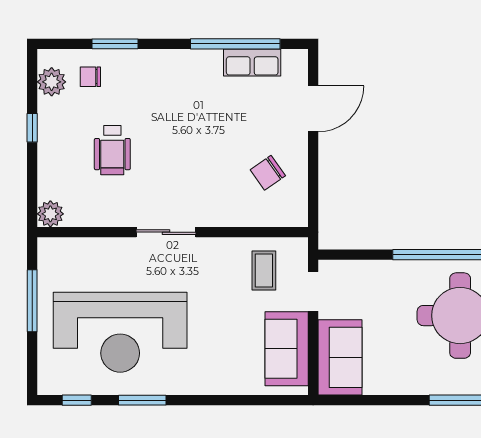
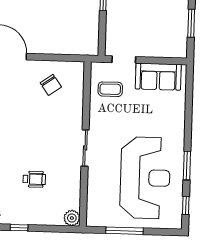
wheelchair: (112, 150) -> (34, 179), width x0.73, depth x0.73
sofa: (340, 357) -> (164, 44), removed
window: (376, 400) -> (191, 23), added

